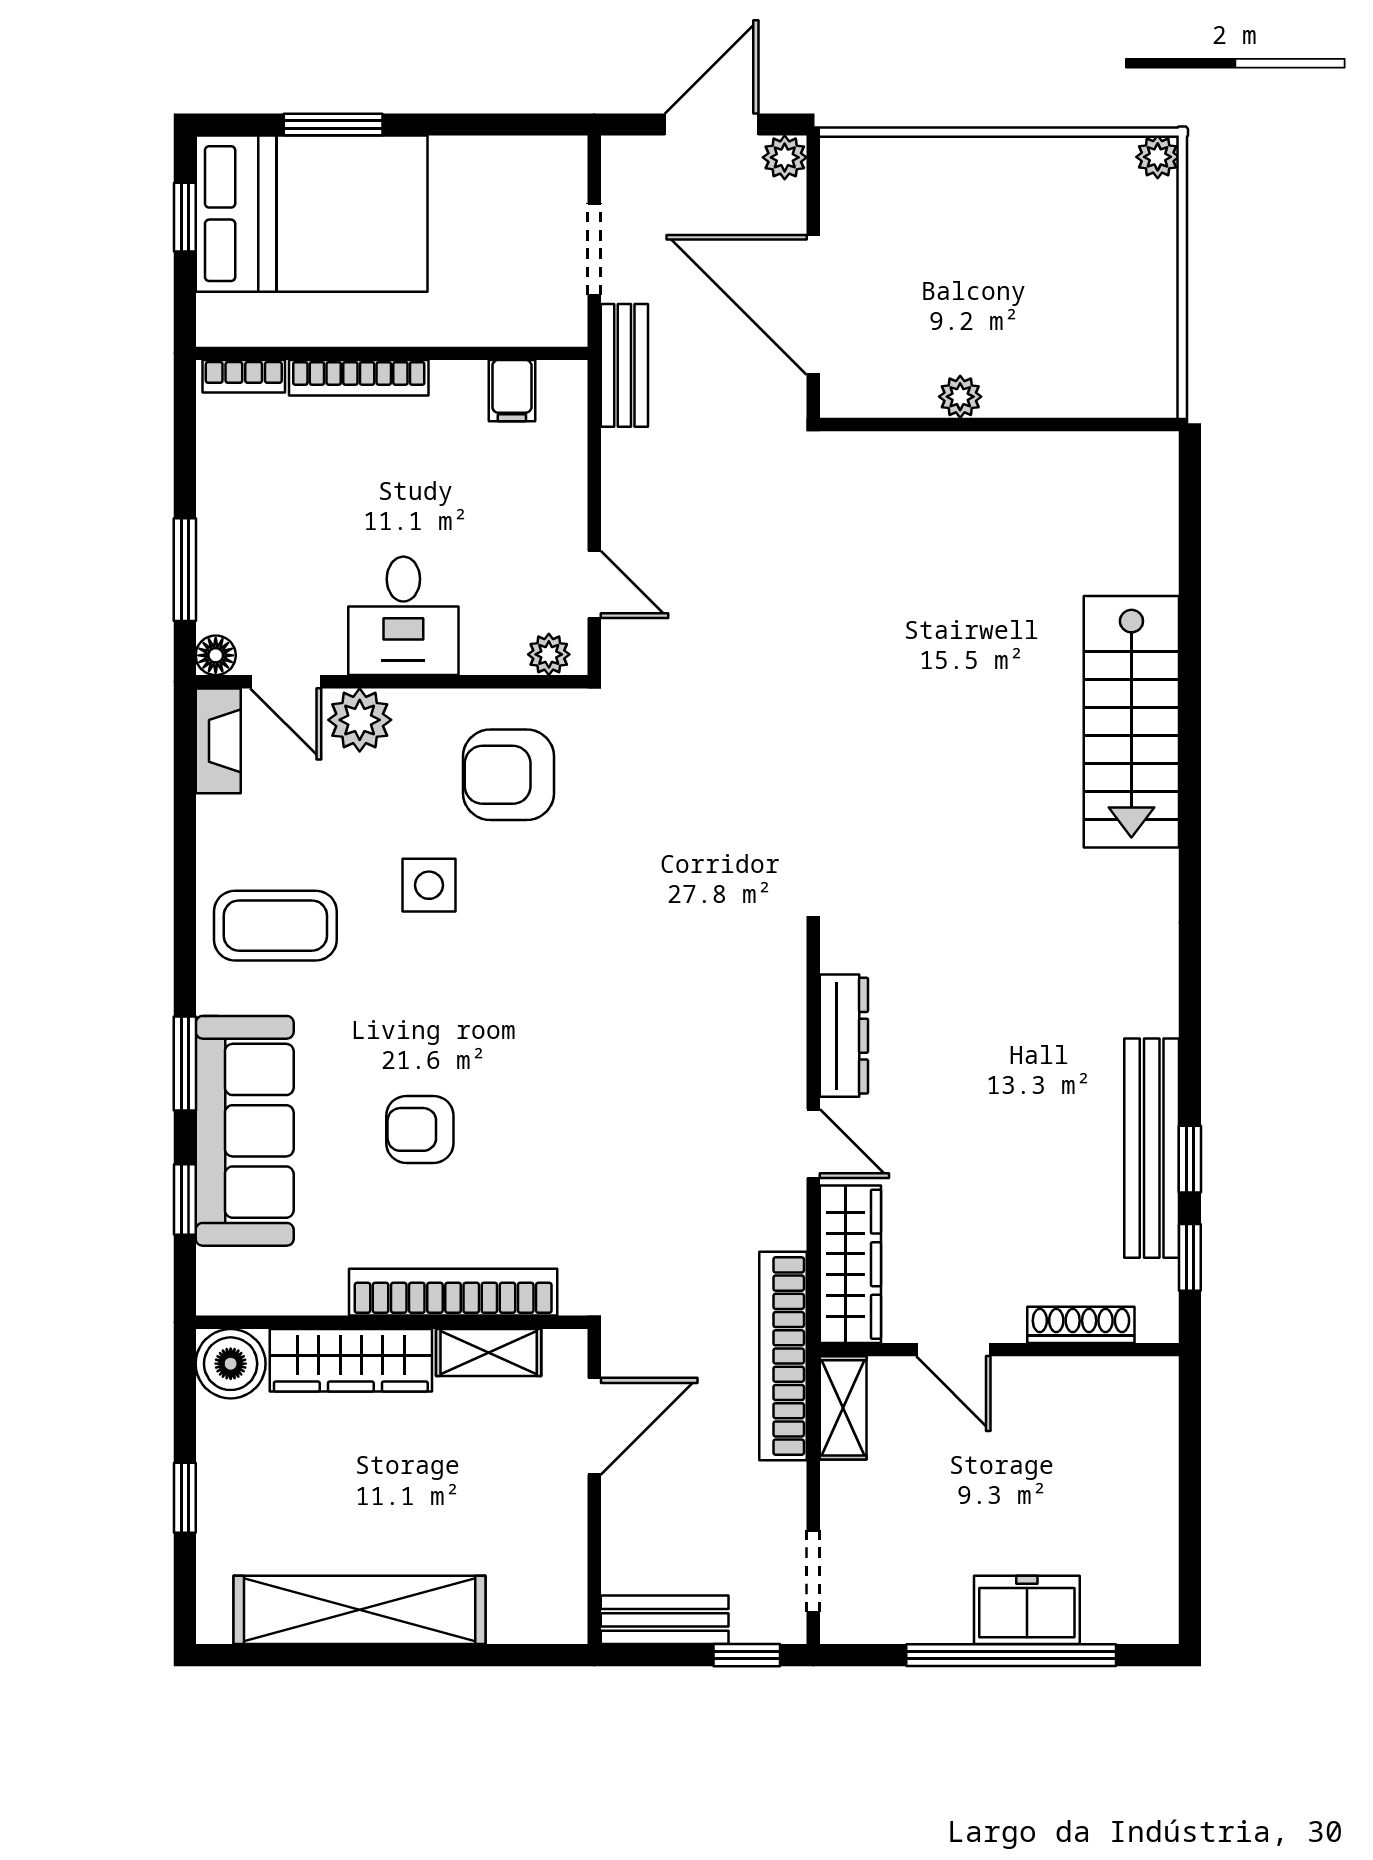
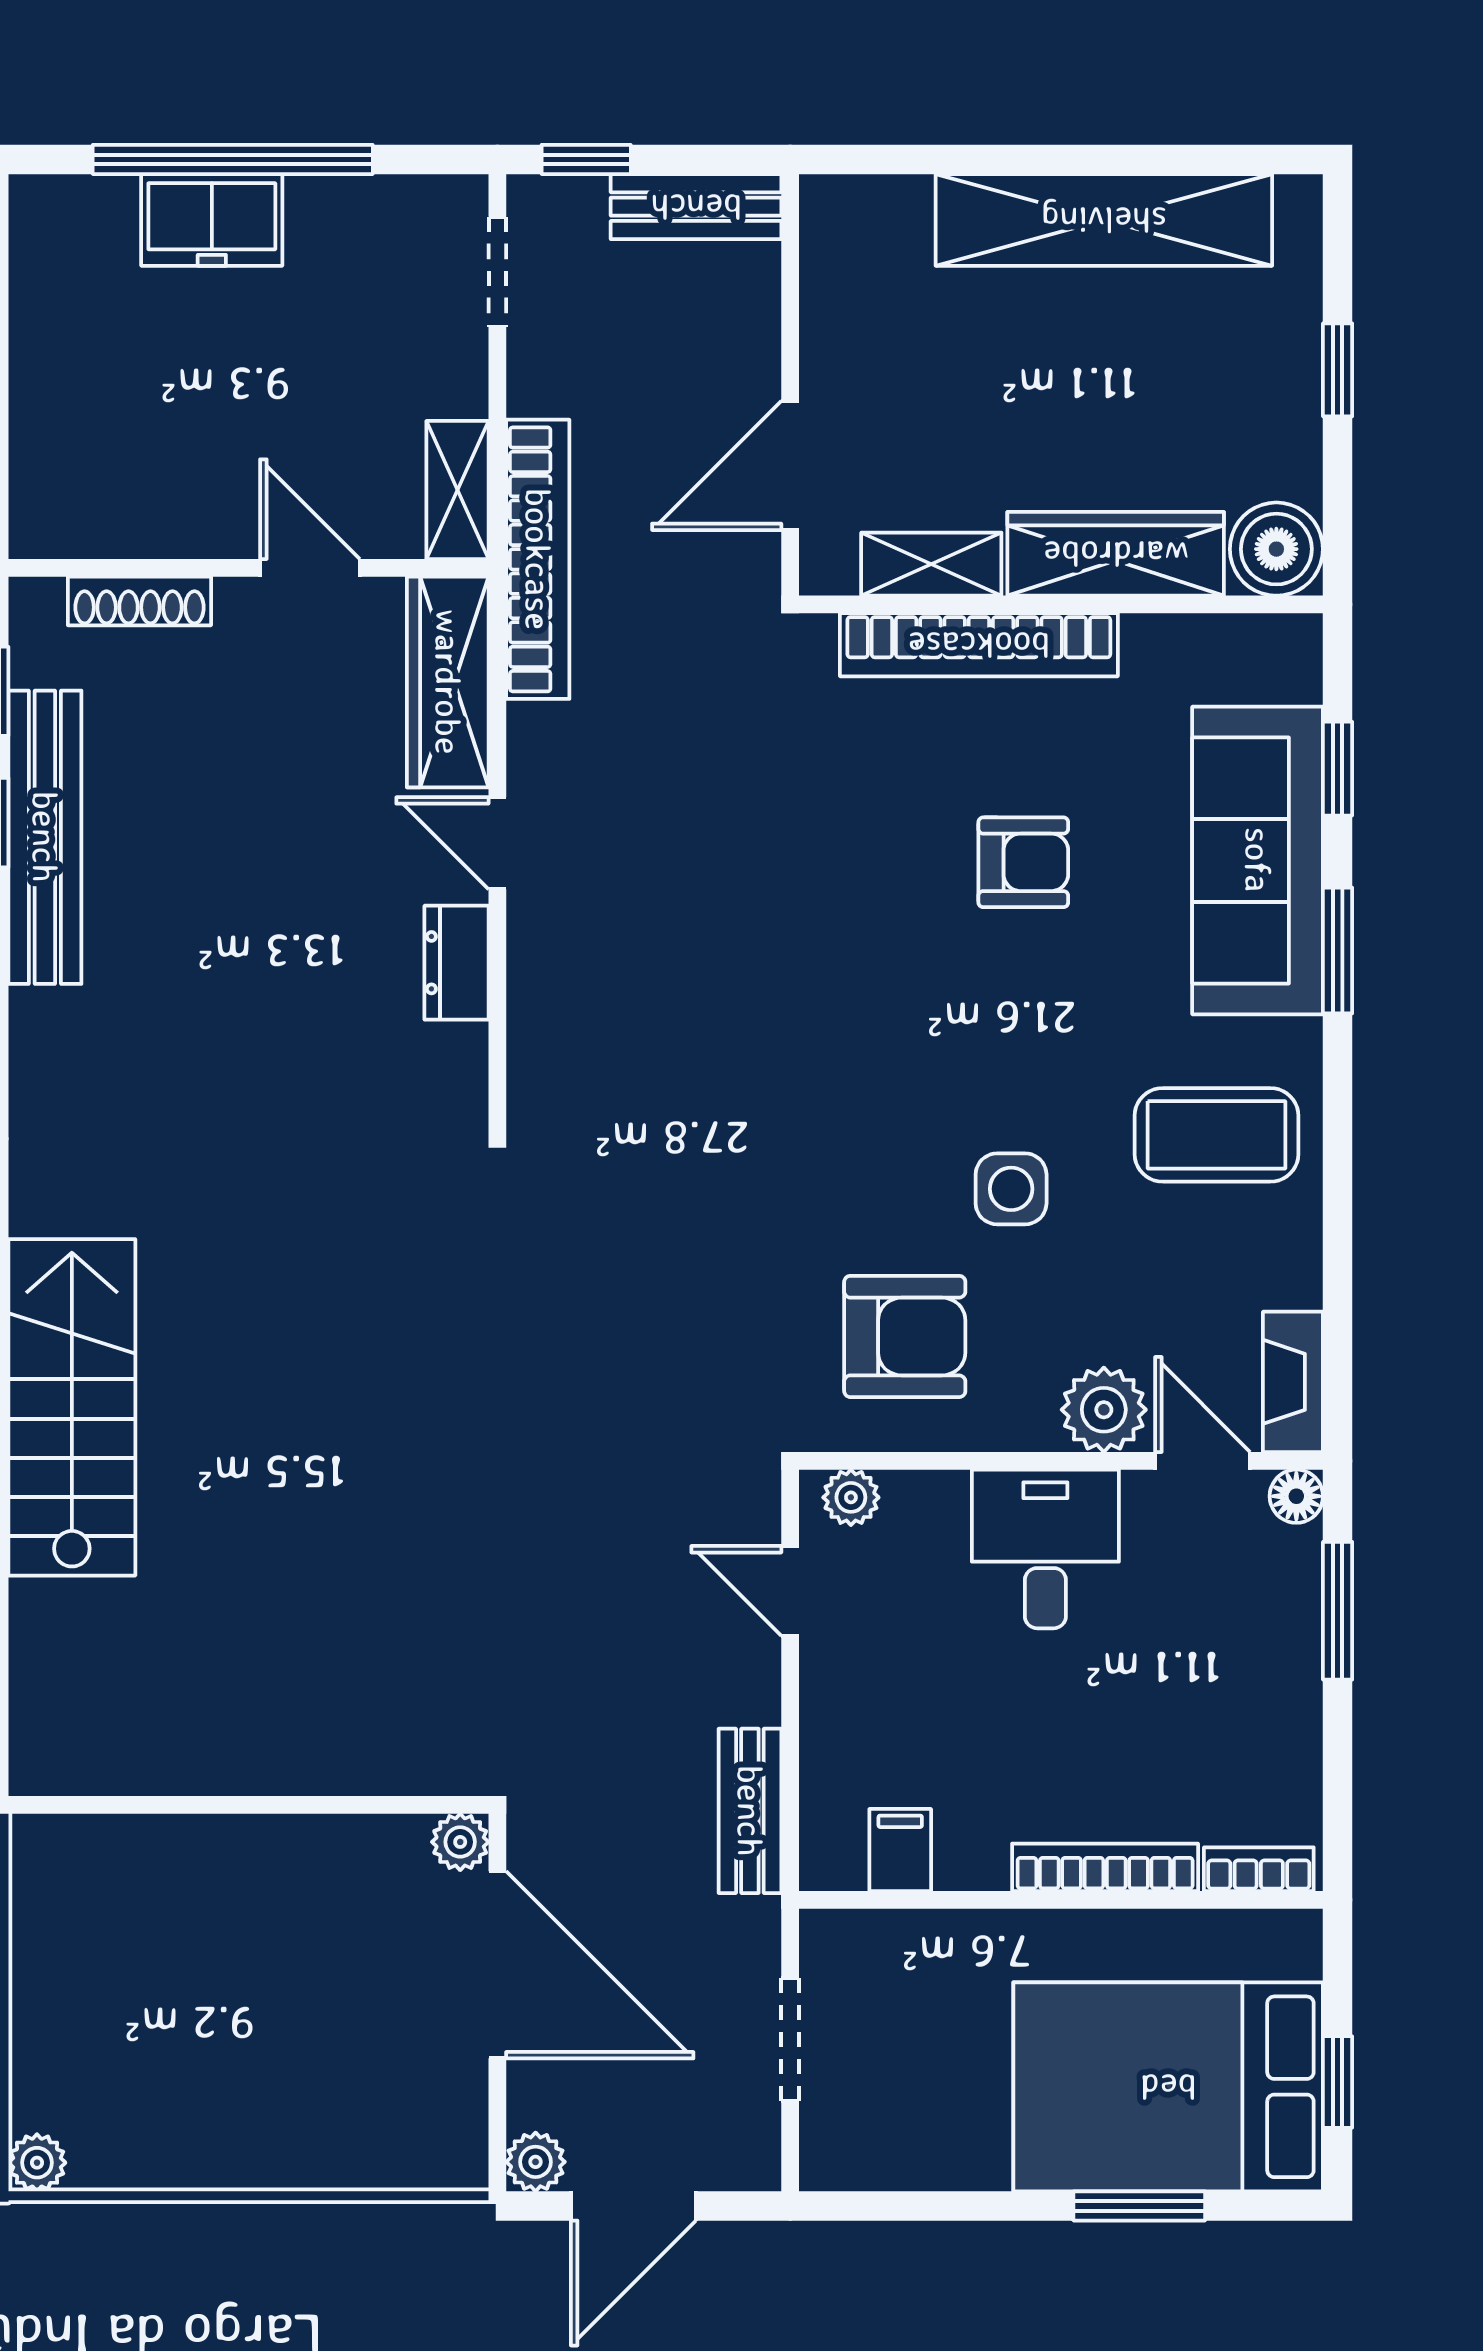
bench: (624, 365) -> (750, 1811), moved
plant: (960, 397) -> (460, 1842), moved
dresser: (844, 1036) -> (456, 963), width x0.70

